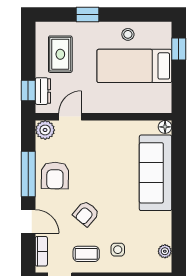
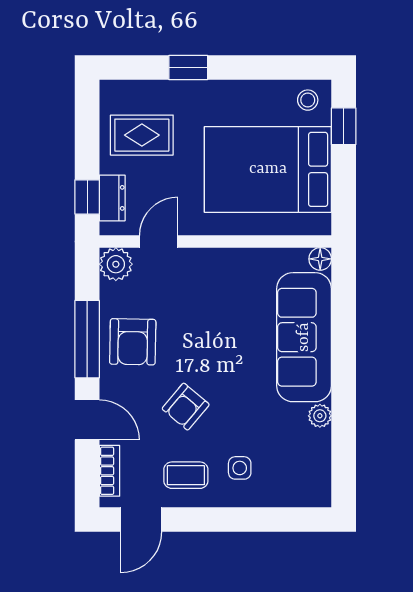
stool: (128, 34) -> (308, 100), moved
rug: (60, 54) -> (142, 135), turned 90
bed: (134, 66) -> (268, 169), width x1.50
plant: (165, 251) -> (320, 416), moved

